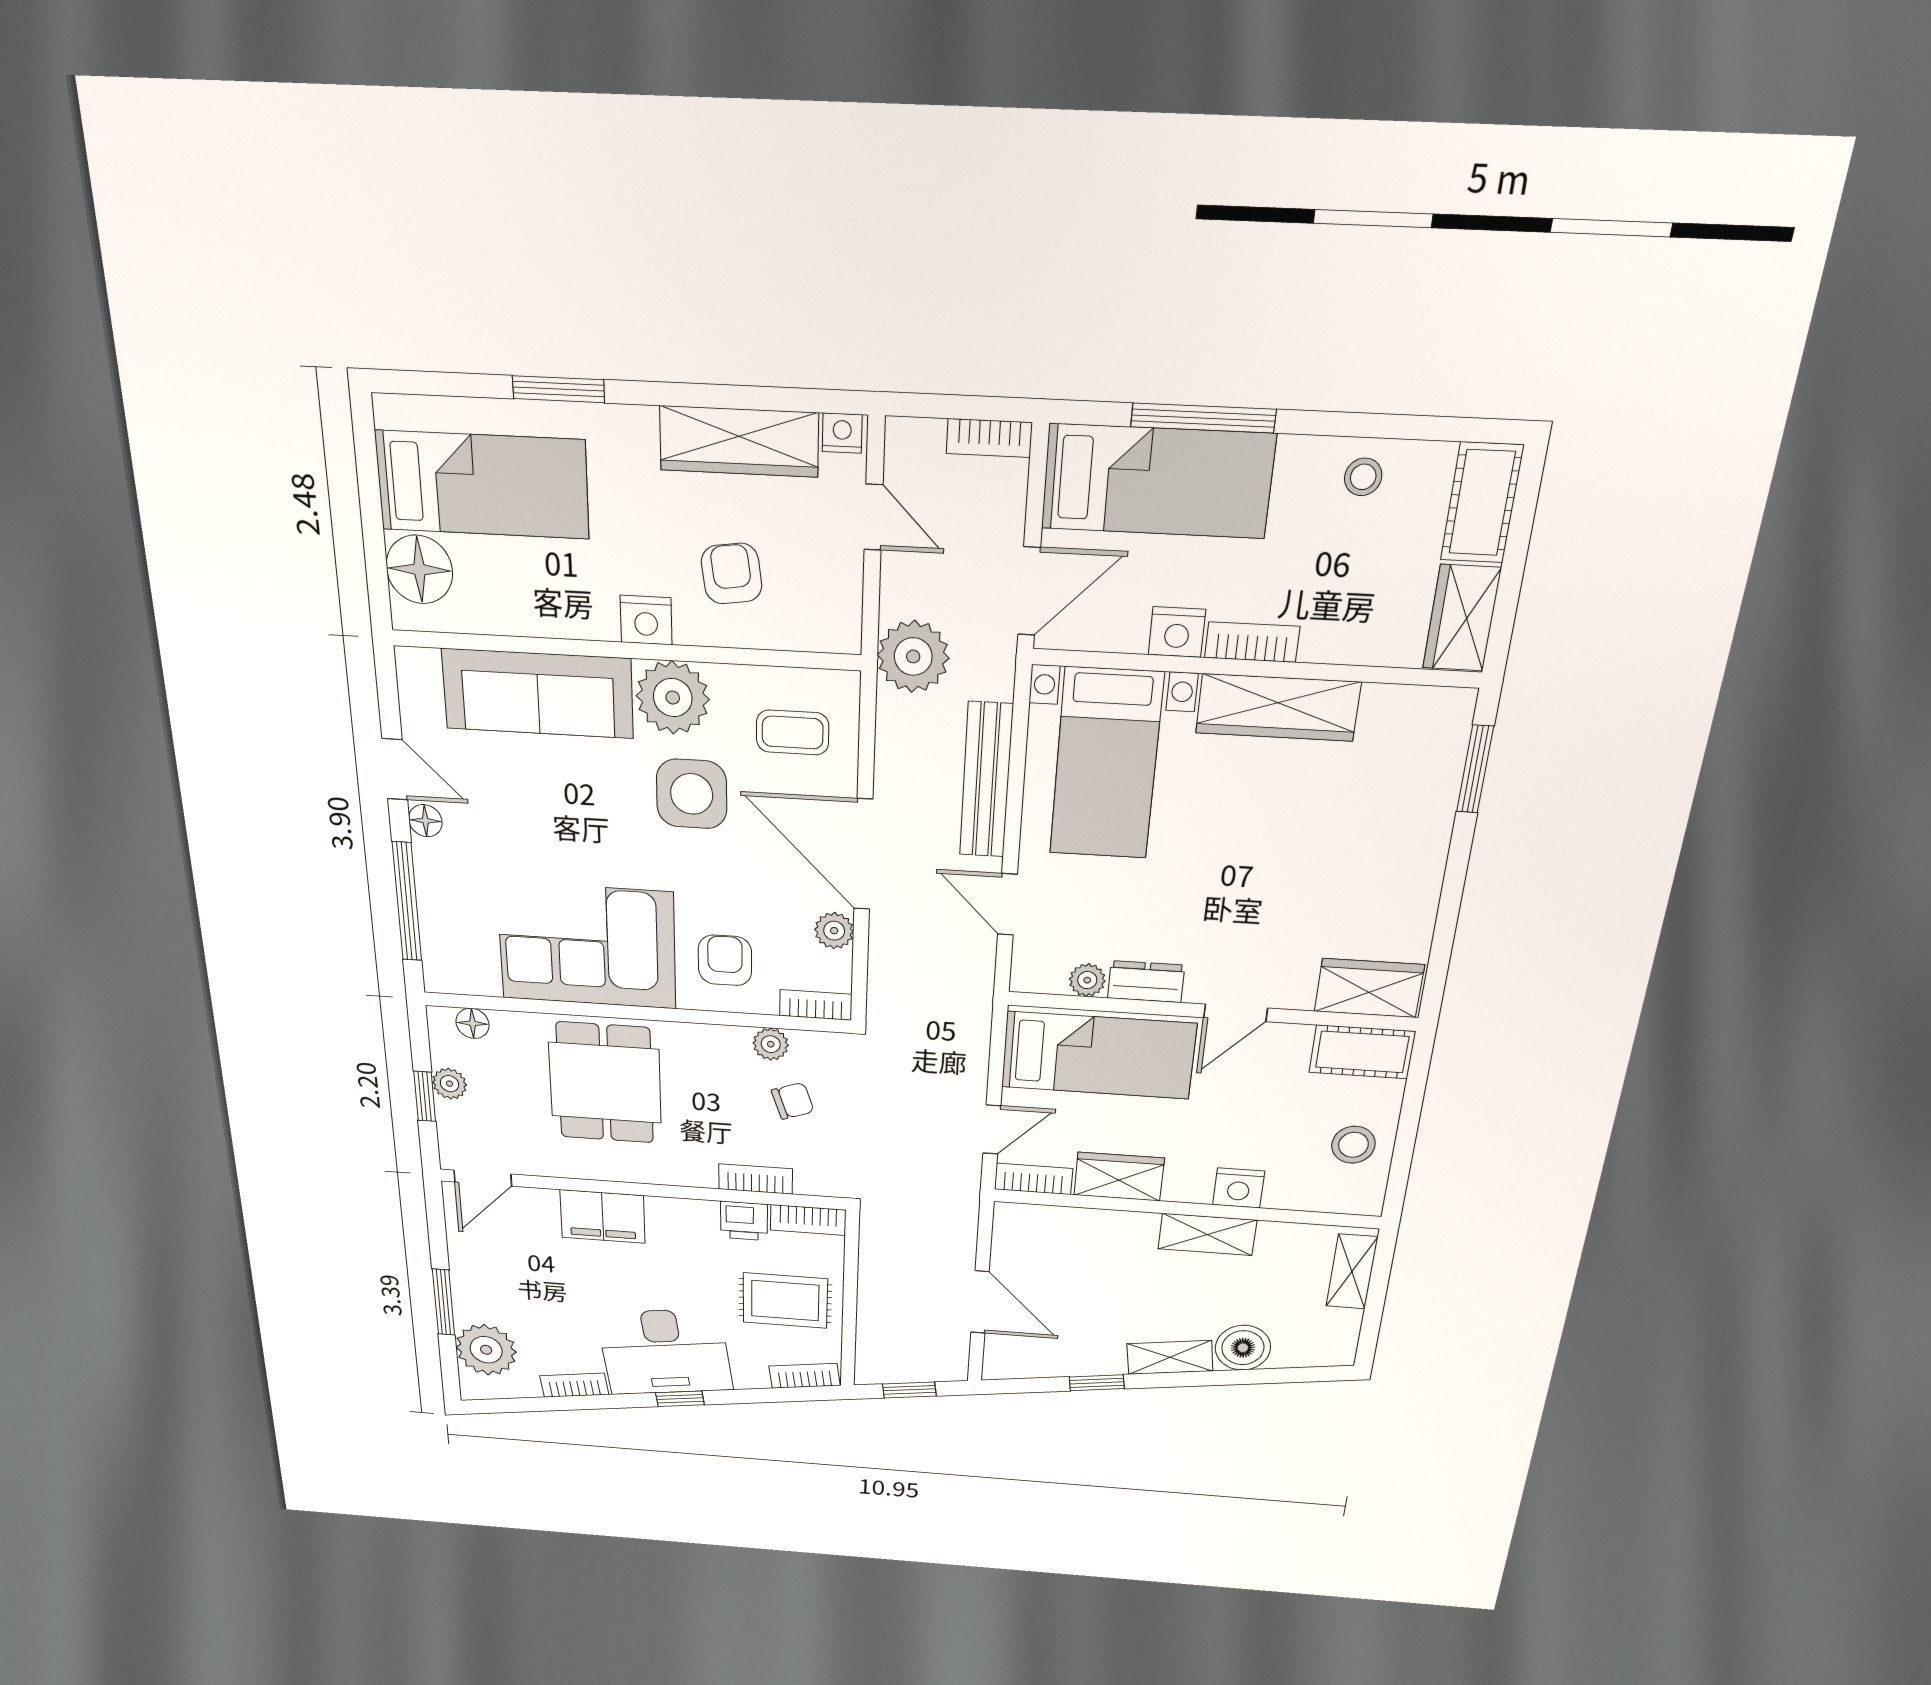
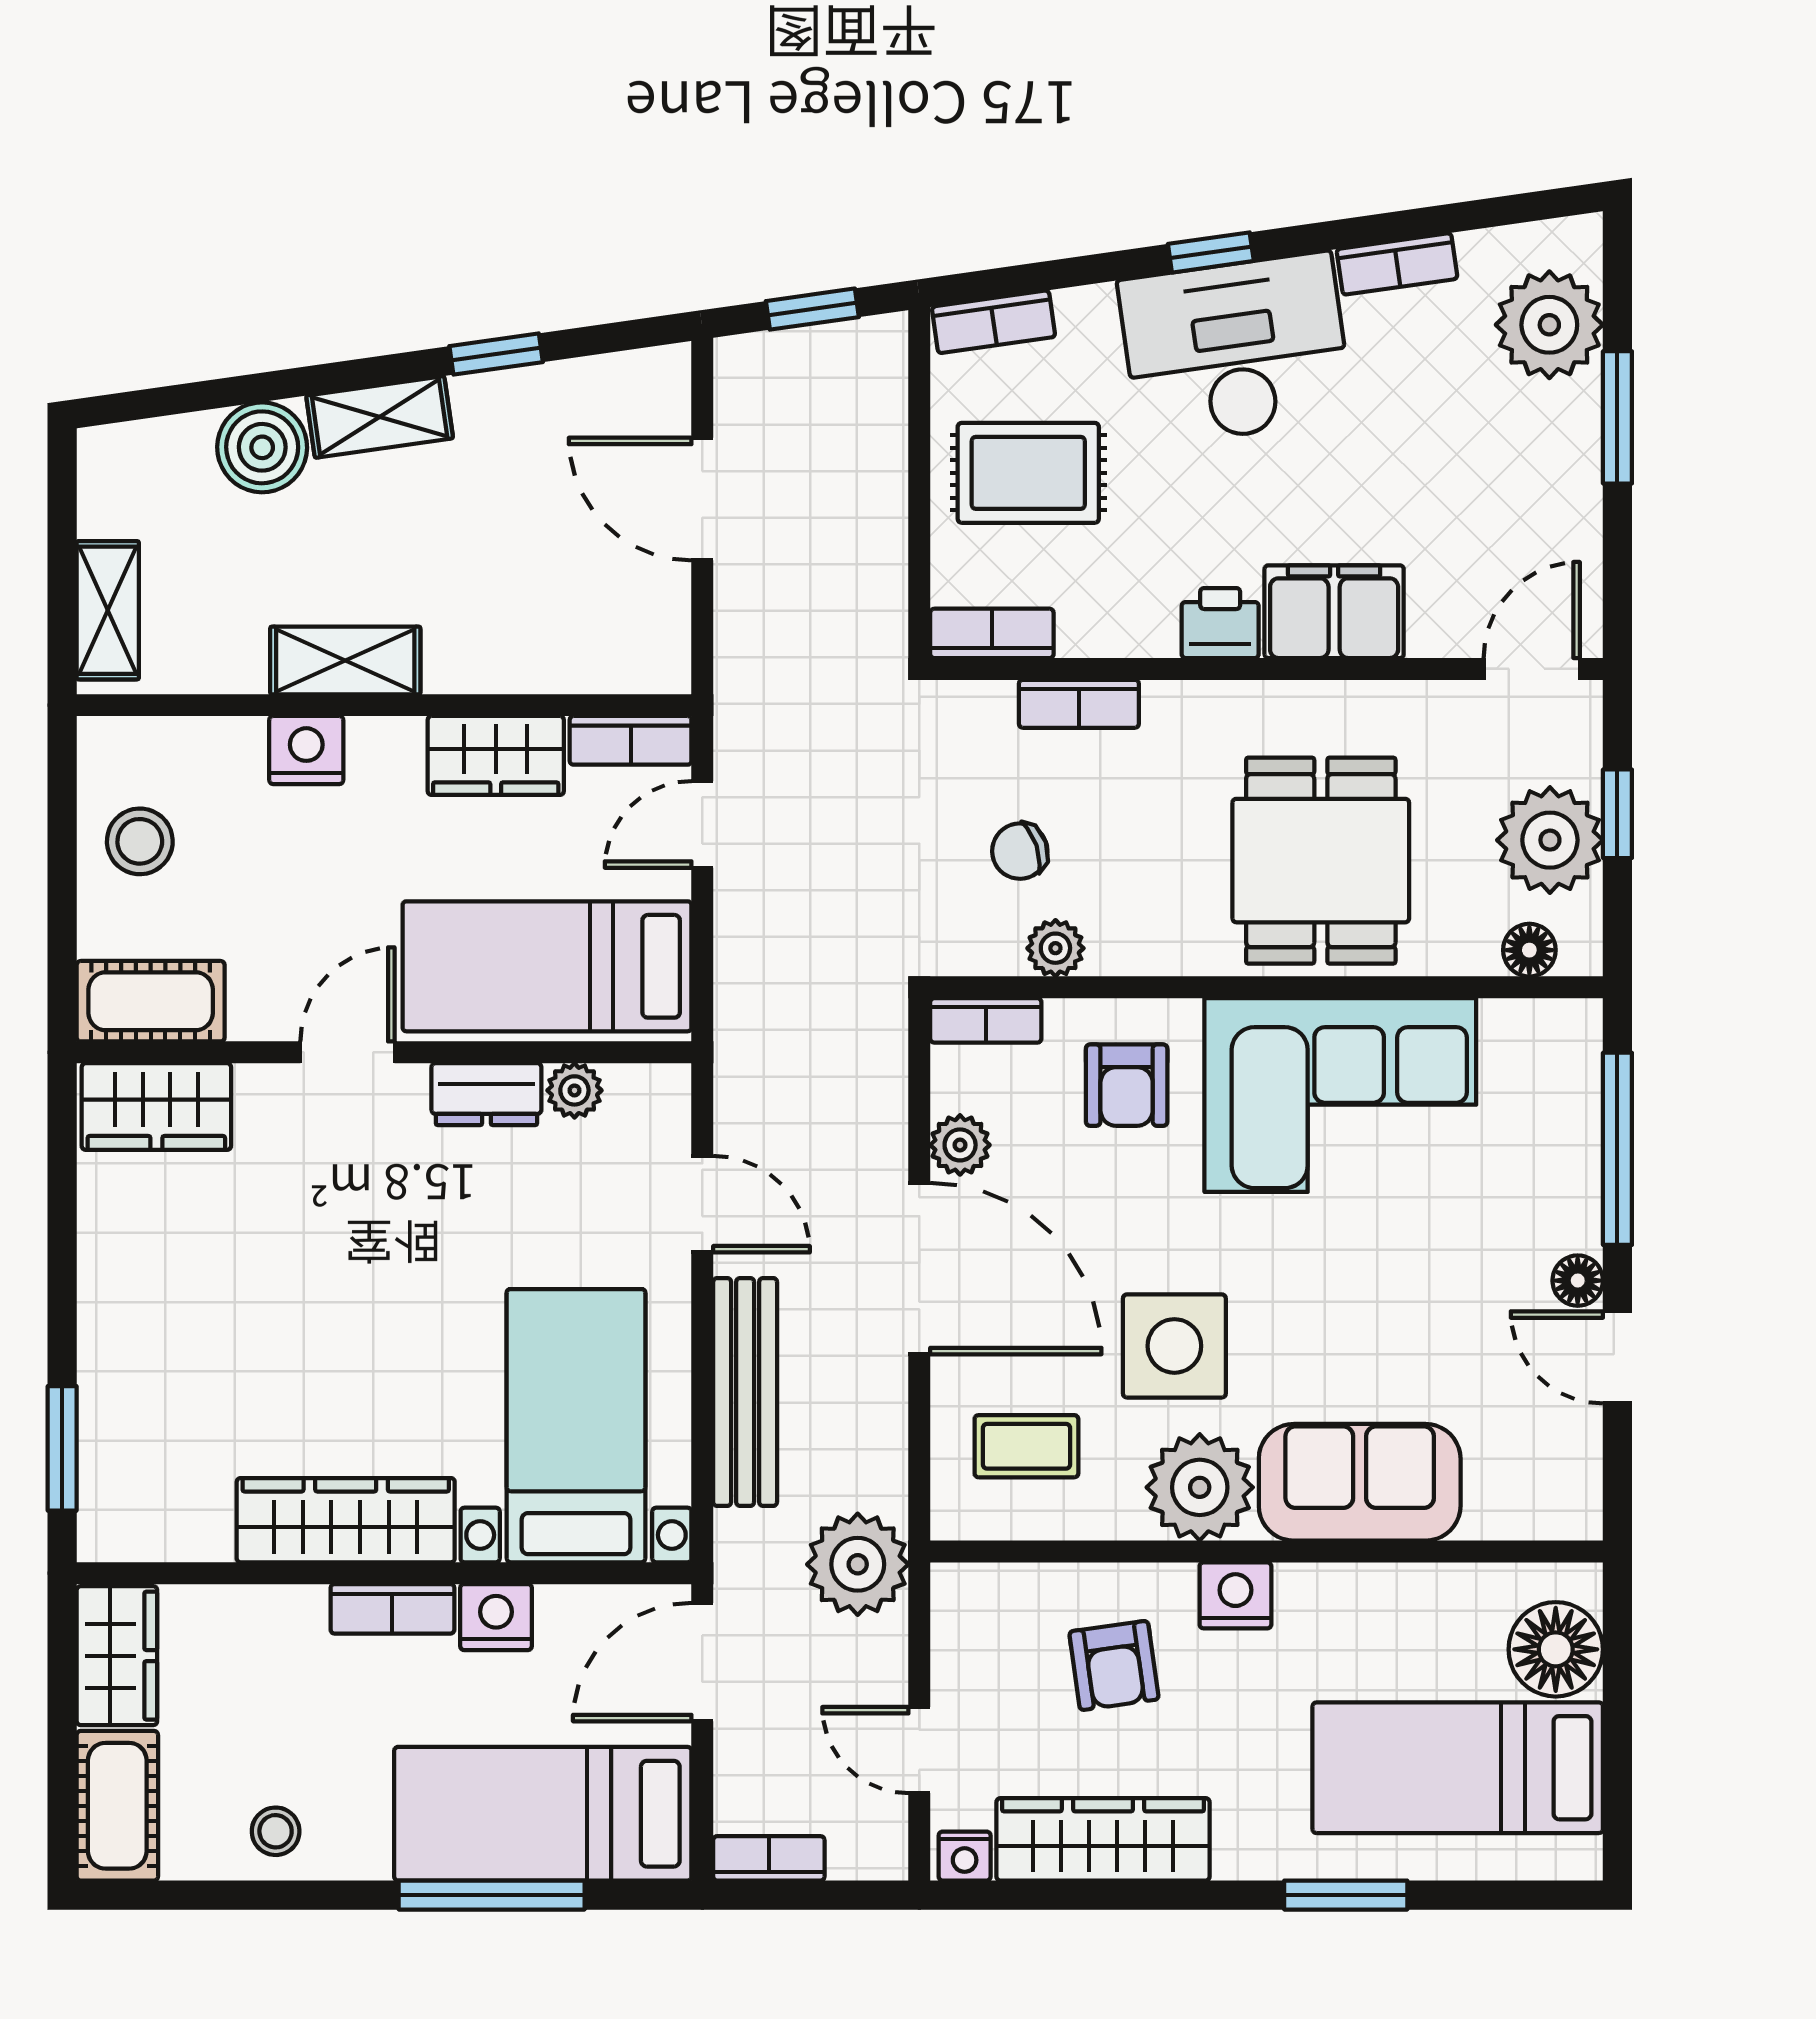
sofa: (538, 694) -> (1360, 1482), width x0.73
plant: (449, 1084) -> (1550, 840), width x1.87, depth x1.87
printer: (744, 1221) -> (1220, 623), moved

